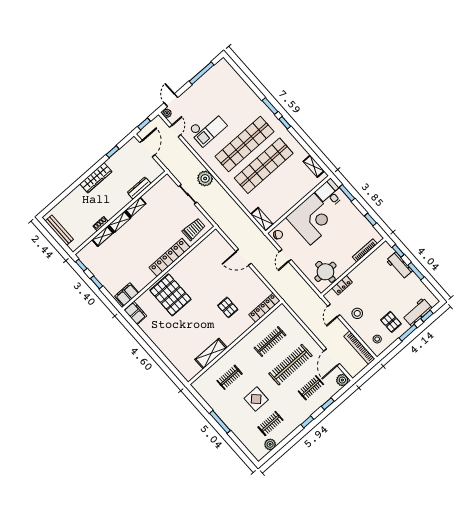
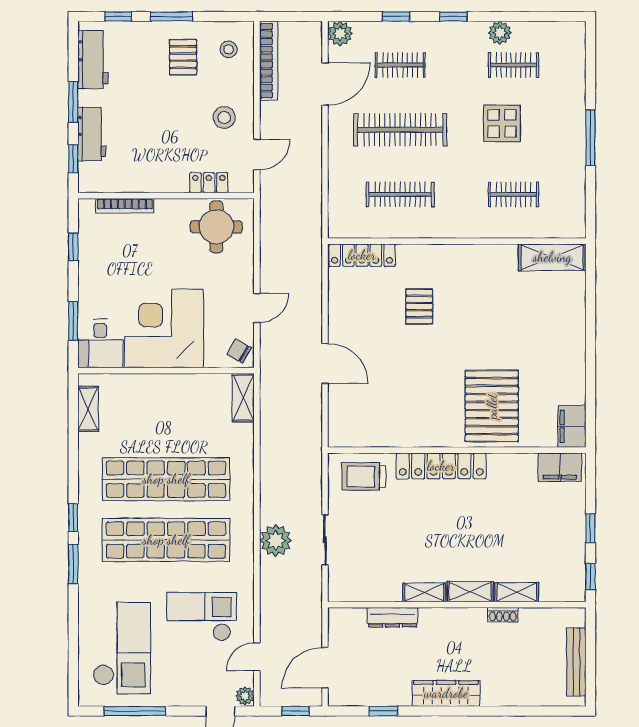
checkout: (226, 91) -> (122, 648), added
workbench: (417, 312) -> (93, 60), moved, turned -90
shelving: (211, 354) -> (552, 257), moved
plant: (270, 444) -> (500, 33), moved

